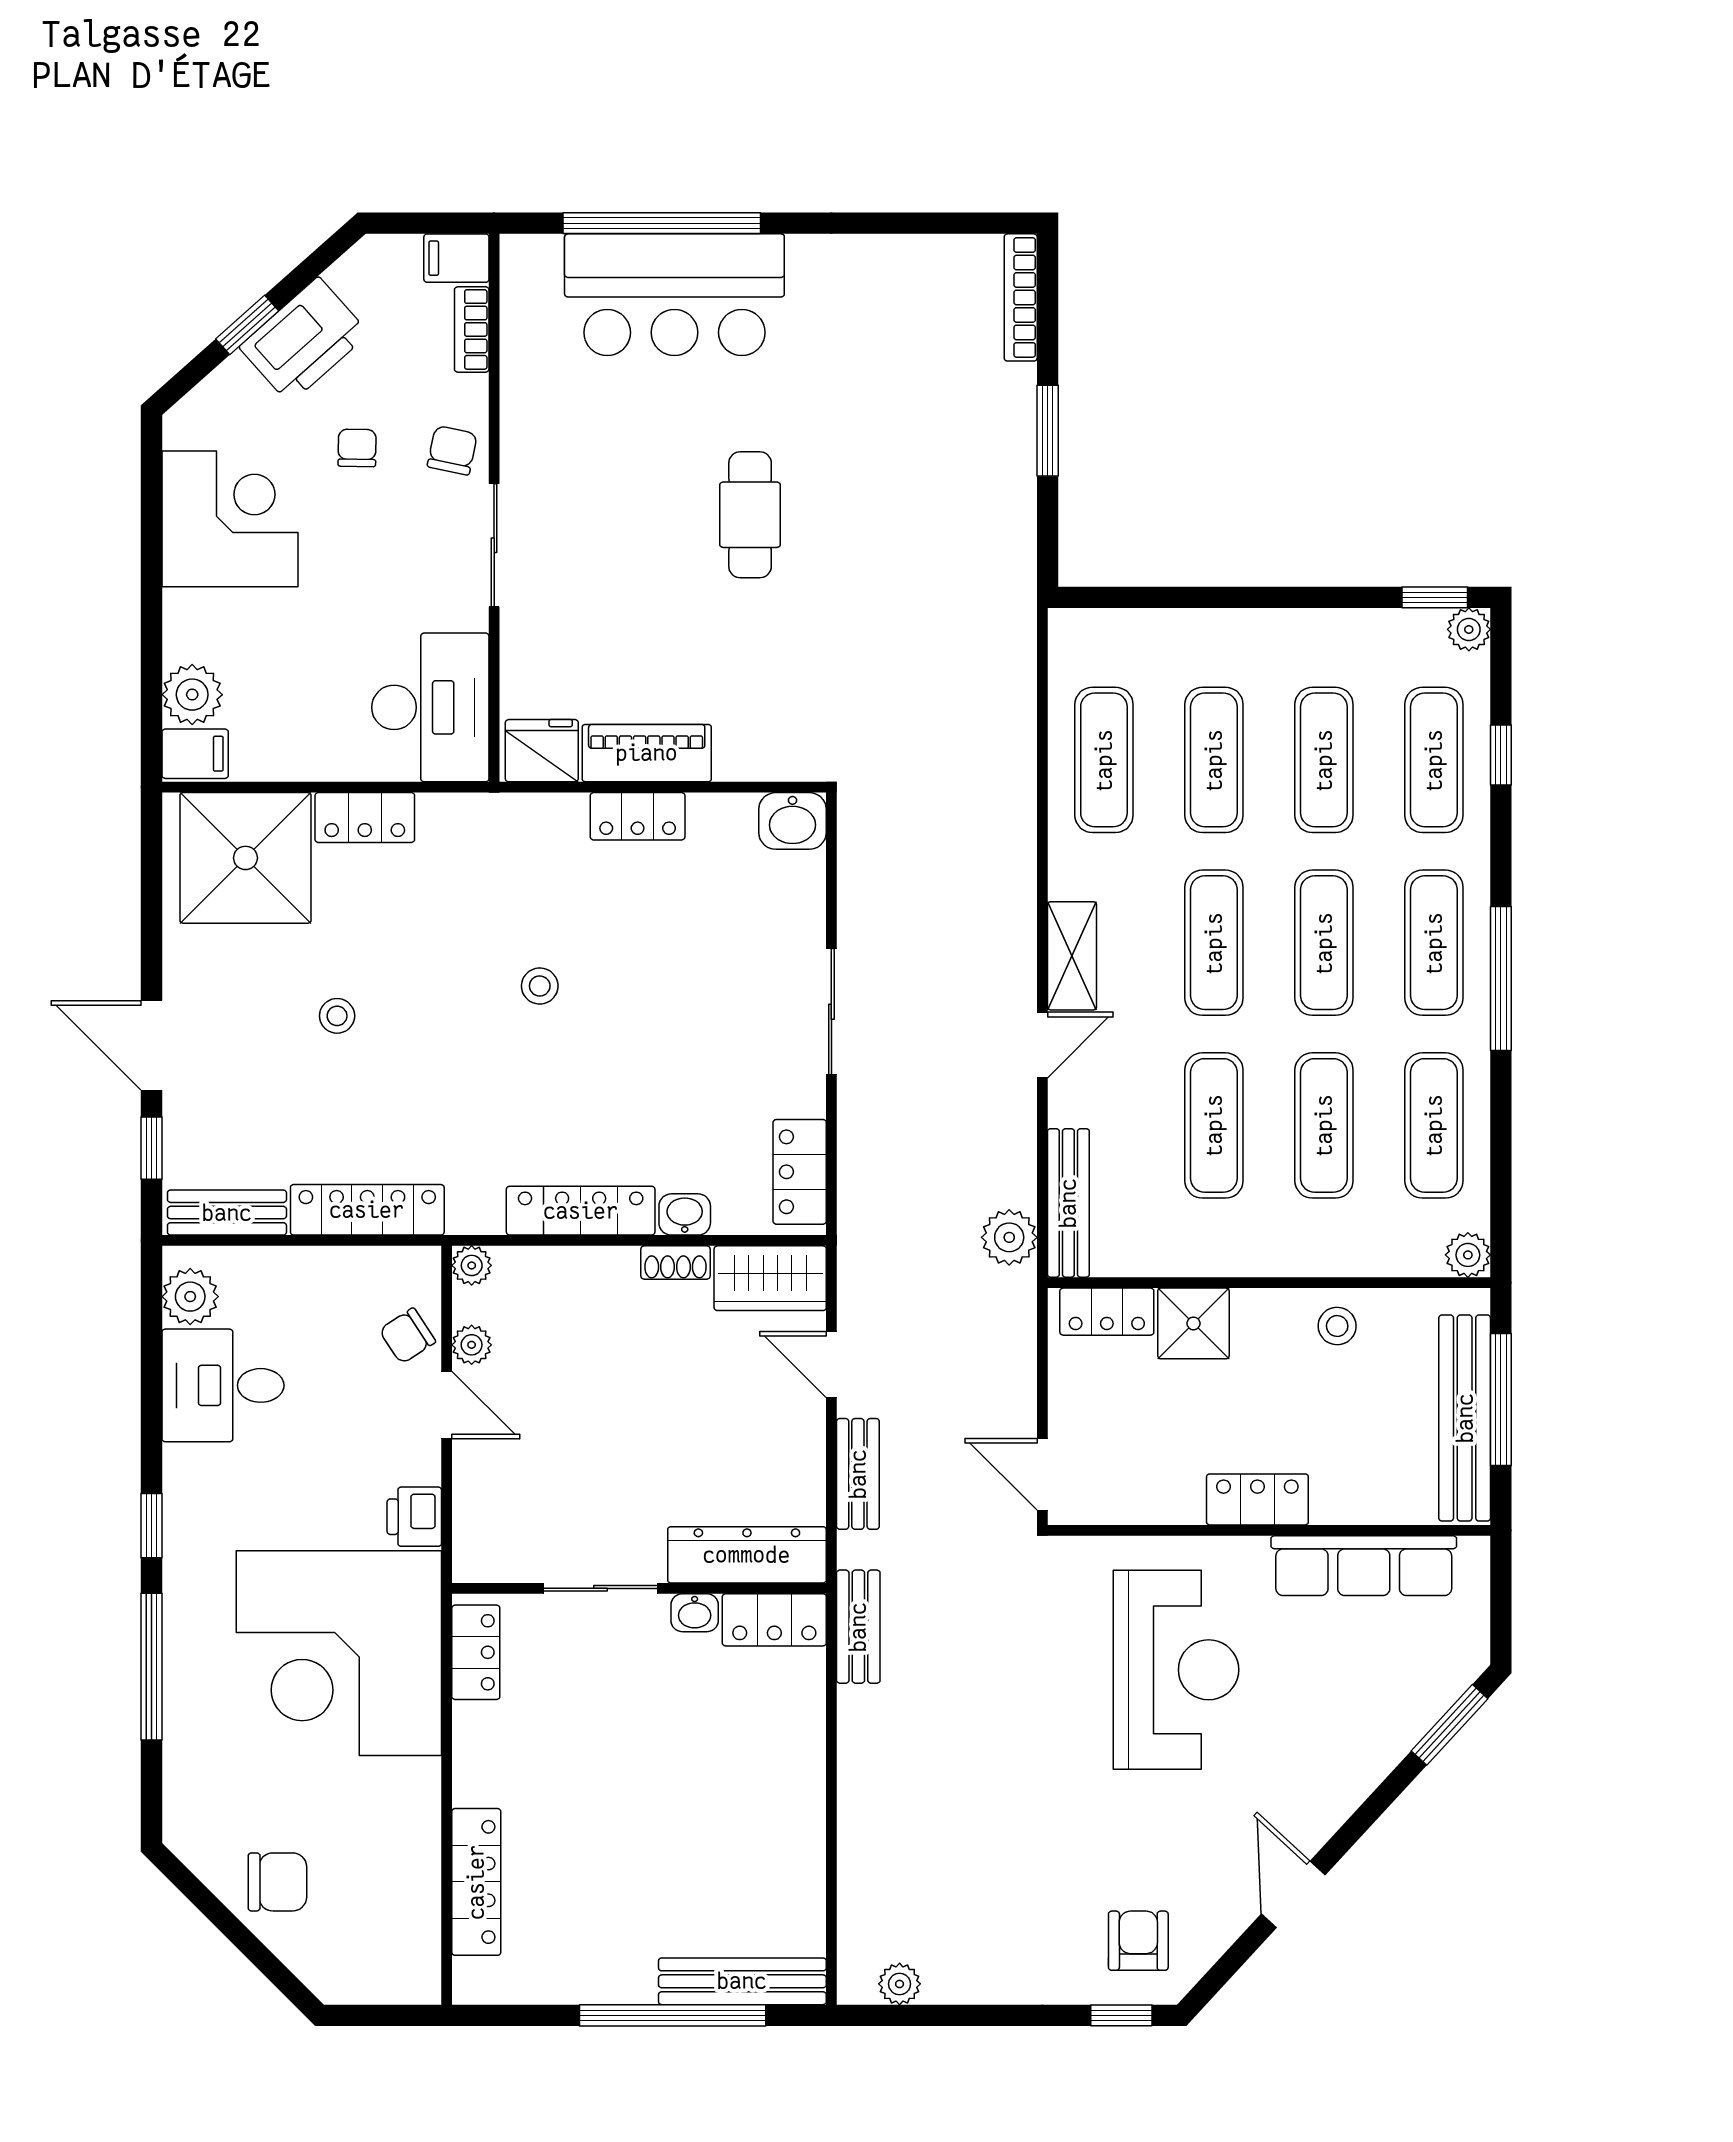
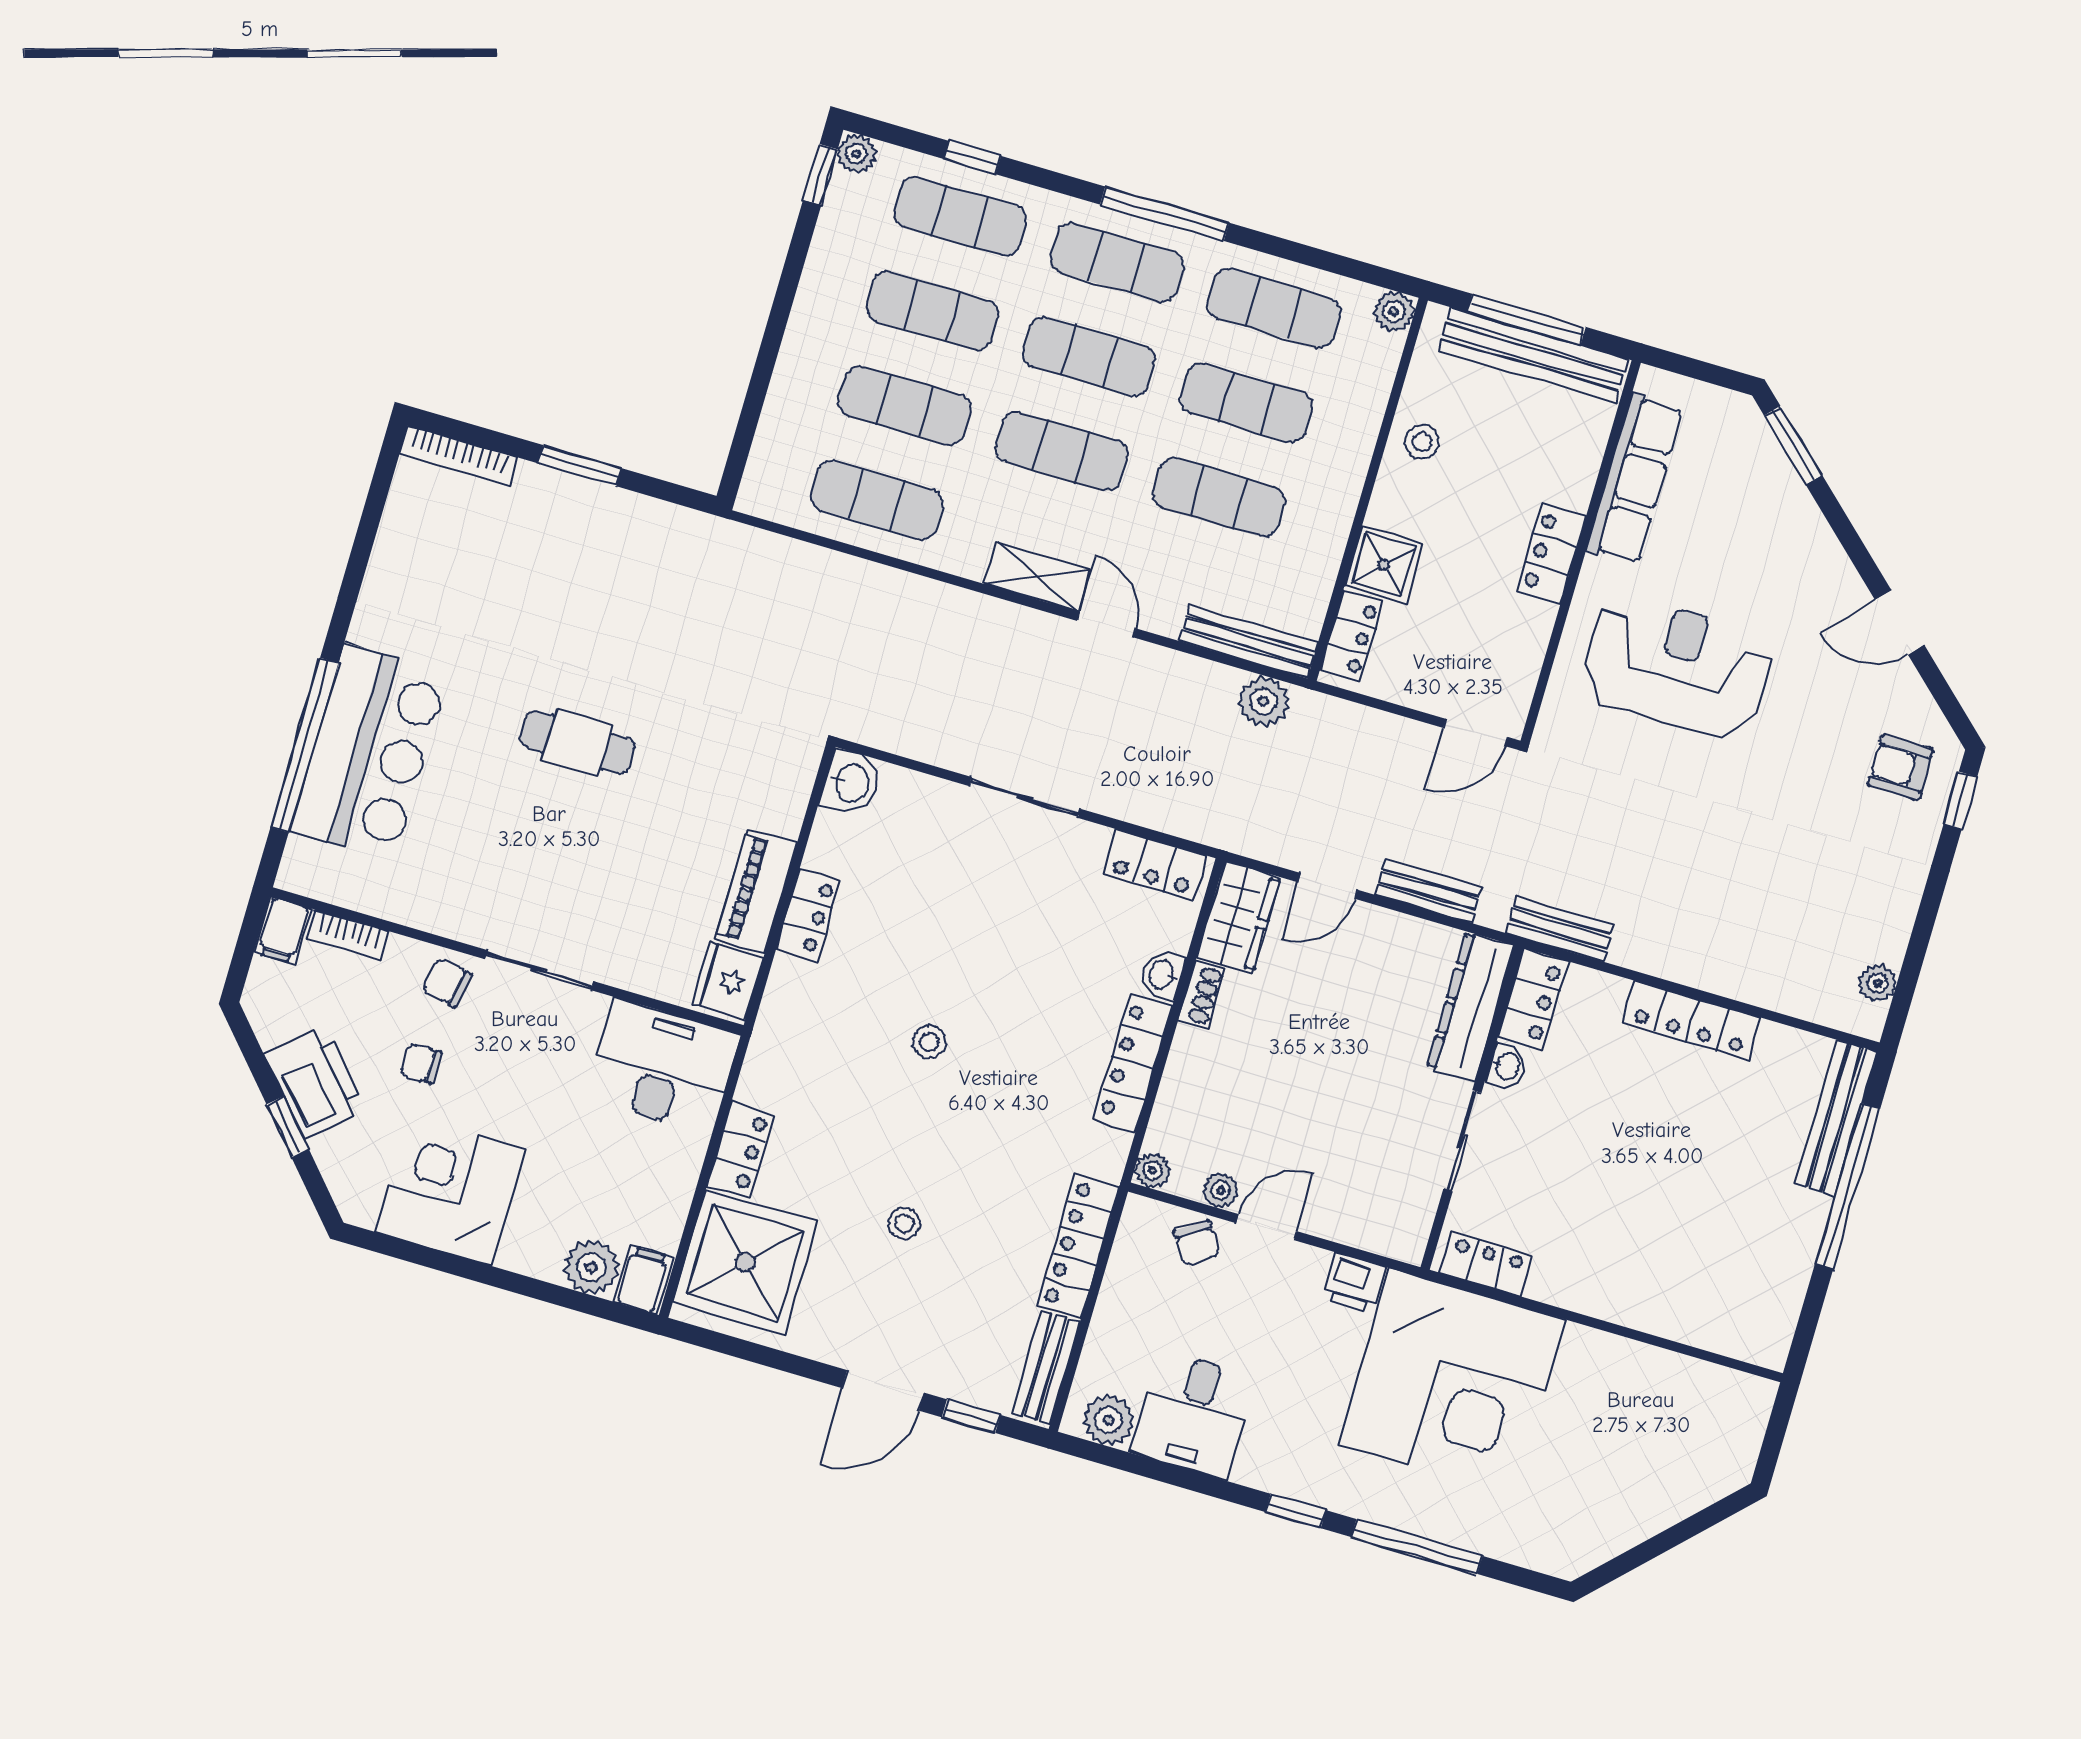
chair: (277, 1882) -> (1634, 1492), removed
locker: (476, 1882) -> (1692, 1020), moved, turned 180

